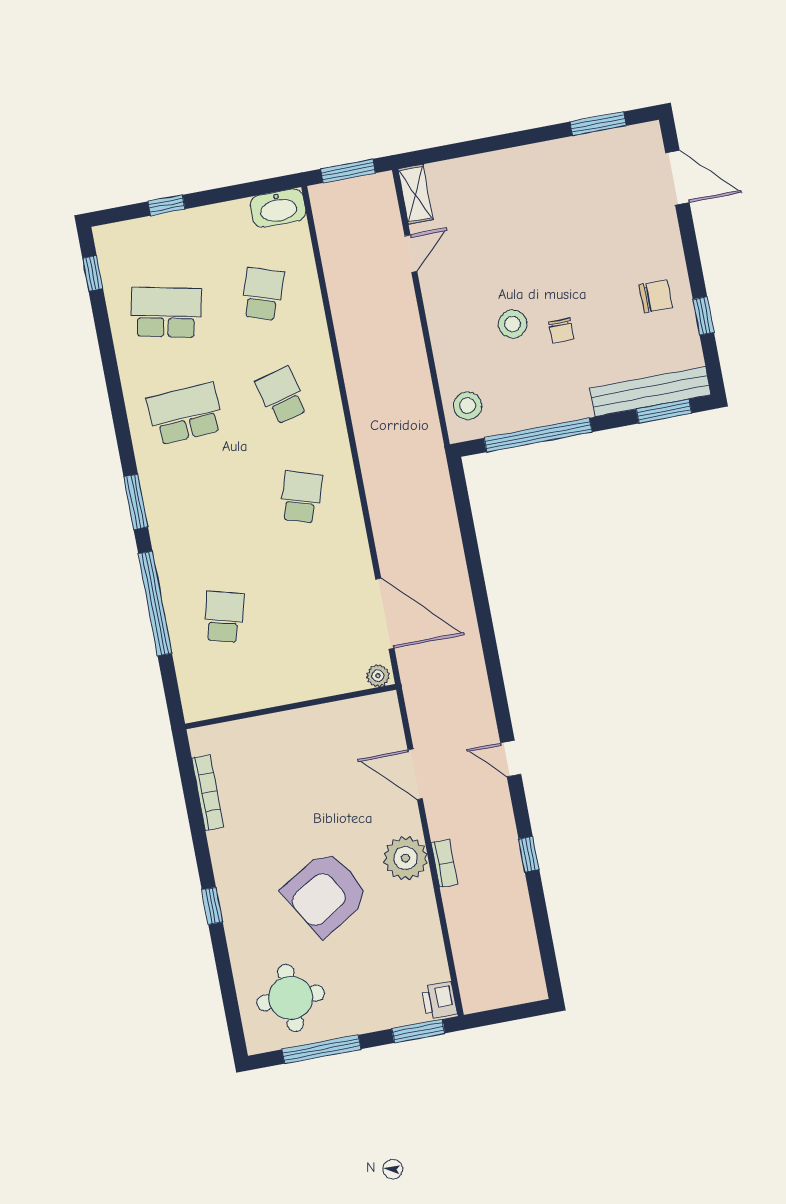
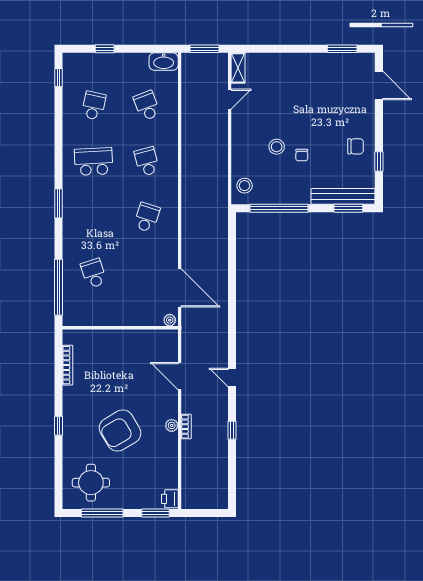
school desk: (263, 294) -> (147, 106), turned -39
school desk: (166, 312) -> (94, 106), width x0.54
window: (155, 603) -> (58, 287), moved
school desk: (224, 617) -> (94, 273), turned -33
plant: (406, 858) -> (172, 425), width x0.53, depth x0.53

